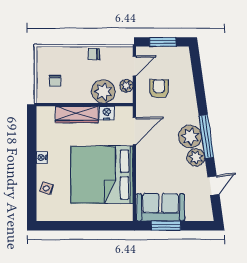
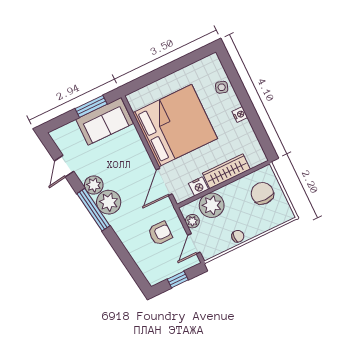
window: (163, 42) -> (178, 280), width x0.67
chair: (55, 81) -> (262, 193), width x1.87, depth x1.87
armchair: (159, 89) -> (160, 233), turned -90

